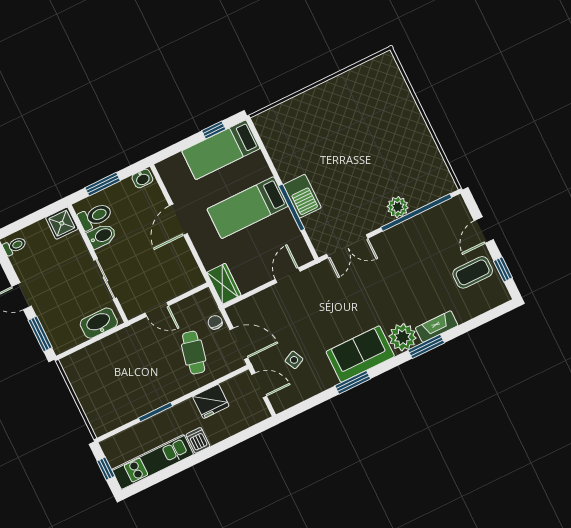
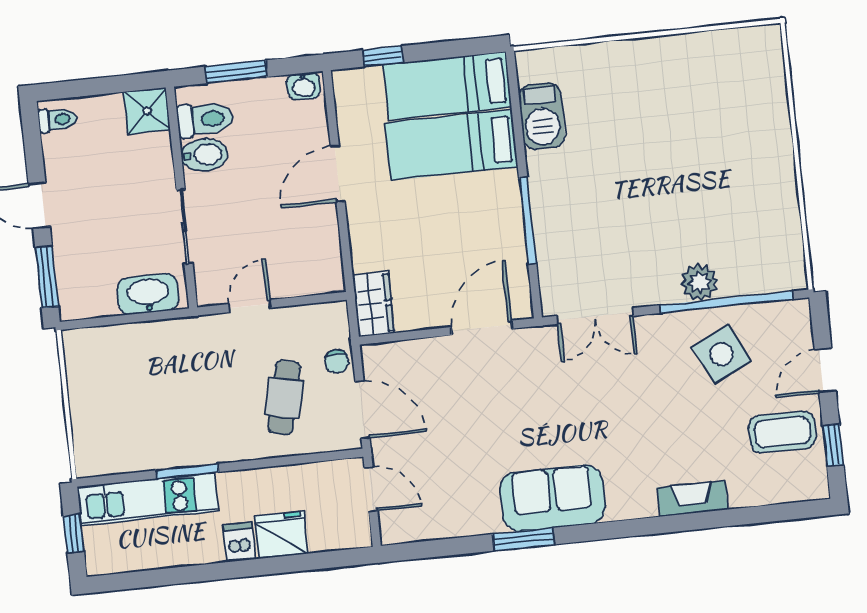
window: (214, 130) -> (383, 56), moved
barbecue: (302, 196) -> (542, 116), moved
bed: (248, 208) -> (451, 145), moved
door: (288, 275) -> (482, 328), width x1.38
door: (157, 309) -> (250, 306), swing flipped
chair: (215, 322) -> (337, 361), turned 180
plant: (403, 337) -> (631, 496), removed
window: (426, 346) -> (664, 525), removed
side table: (294, 360) -> (722, 354), moved, width x1.87, depth x1.87
fridge: (211, 401) -> (281, 535), moved, turned 180
kitchen unit: (153, 462) -> (148, 499), moved, turned 180

